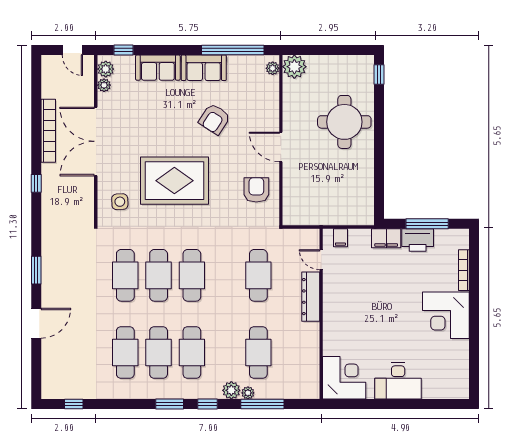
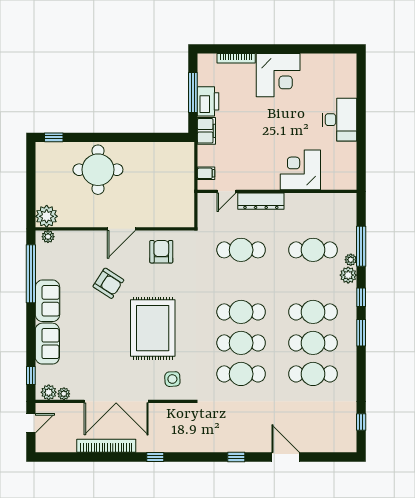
armchair: (214, 119) -> (108, 283), moved
armchair: (256, 190) -> (161, 252), turned 90
window: (36, 270) -> (236, 457), width x0.67
corner desk: (344, 378) -> (300, 170), moved

